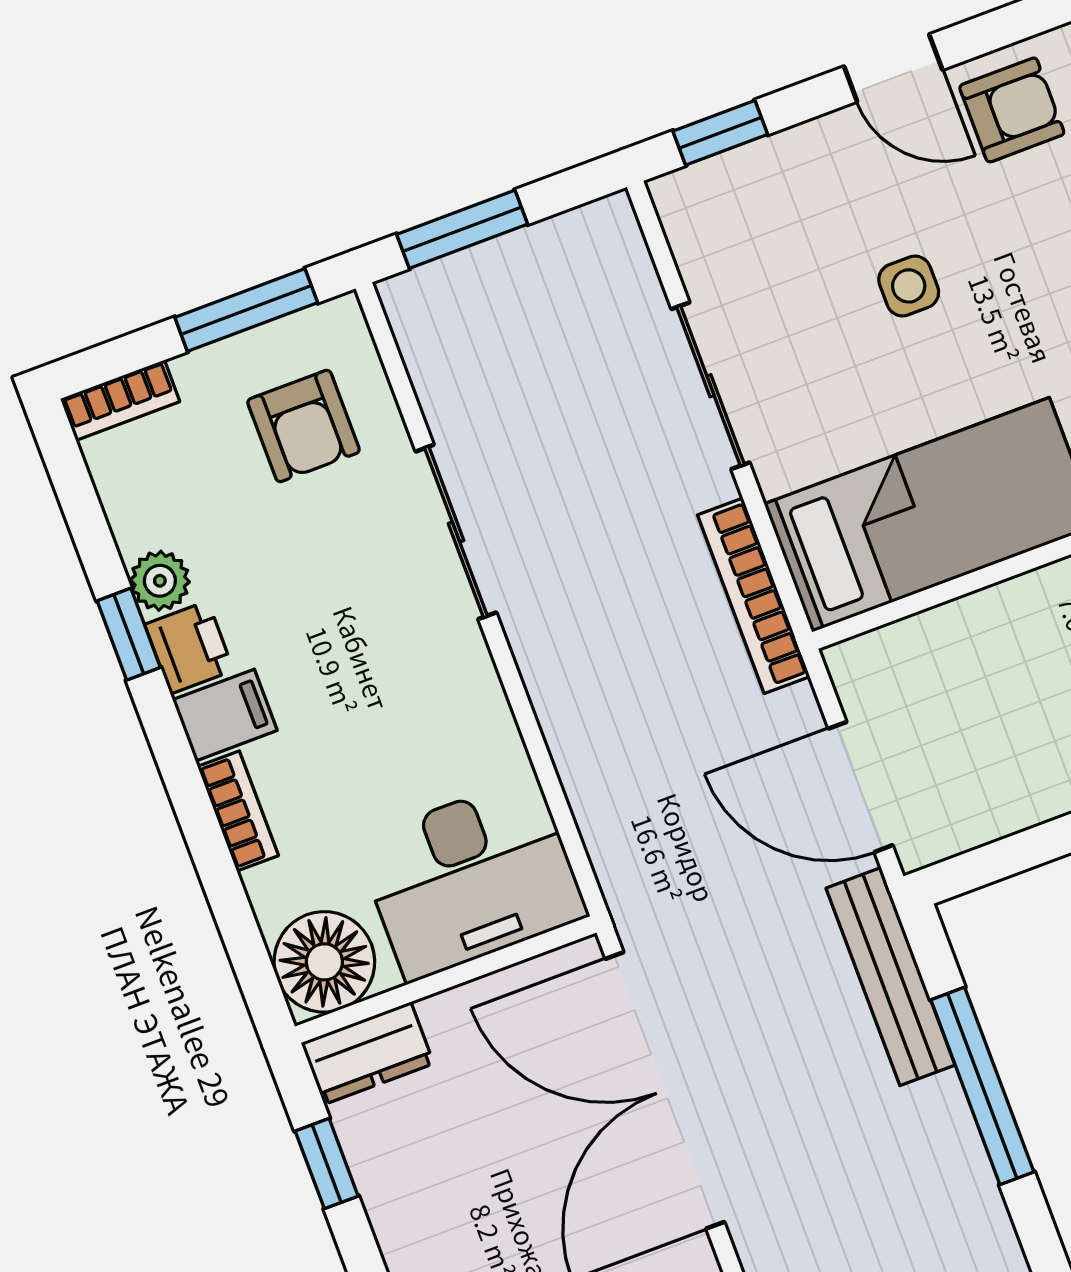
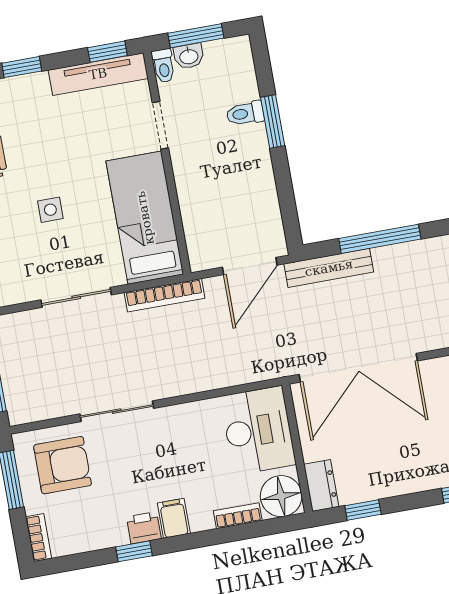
armchair: (303, 426) -> (63, 465), width x1.38, depth x1.38
plant: (160, 581) -> (115, 535), removed
bookcase: (238, 811) -> (238, 516), moved

